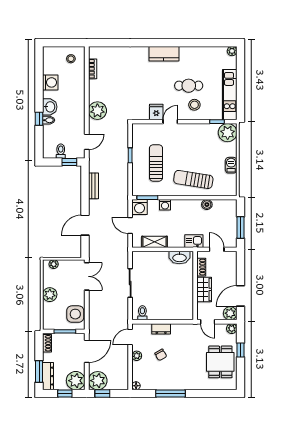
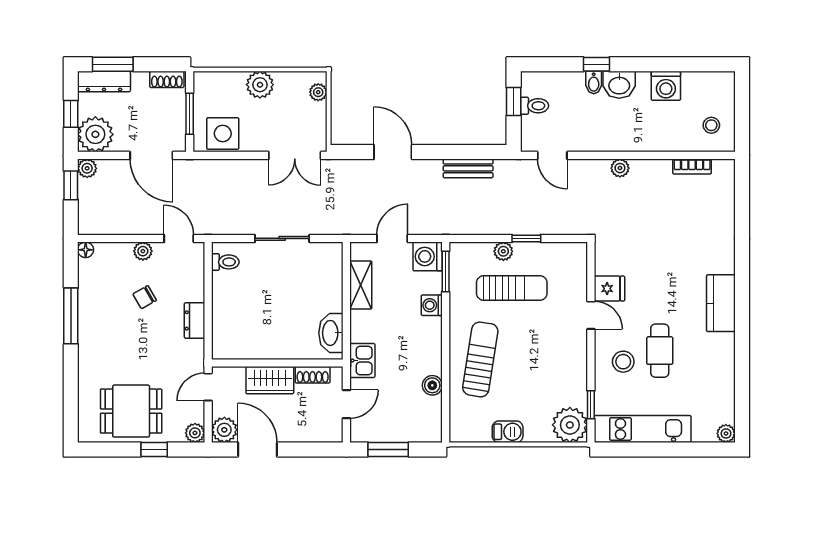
plant: (97, 111) -> (620, 168), width x0.53, depth x0.53
window: (69, 162) -> (514, 102), moved
plant: (137, 167) -> (503, 251), added
dresser: (161, 329) -> (195, 320), moved
plant: (98, 381) -> (87, 168), width x0.53, depth x0.53

